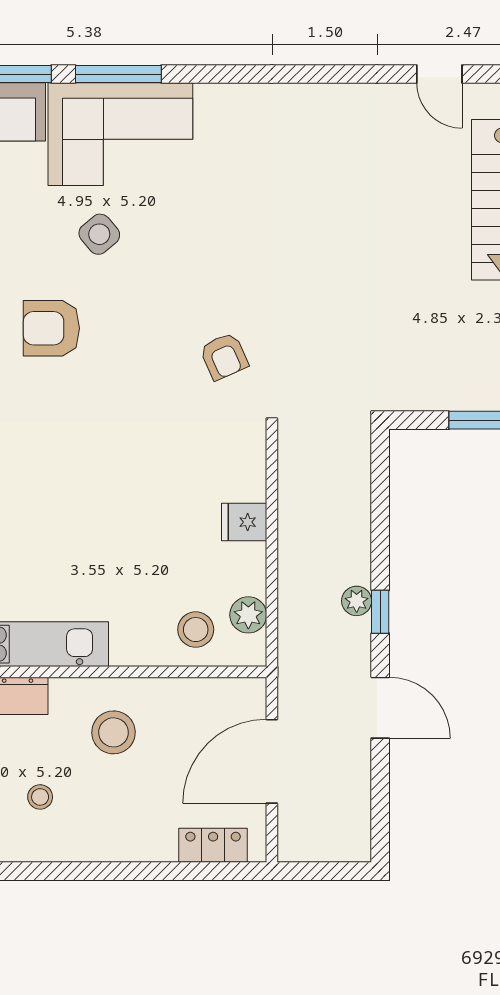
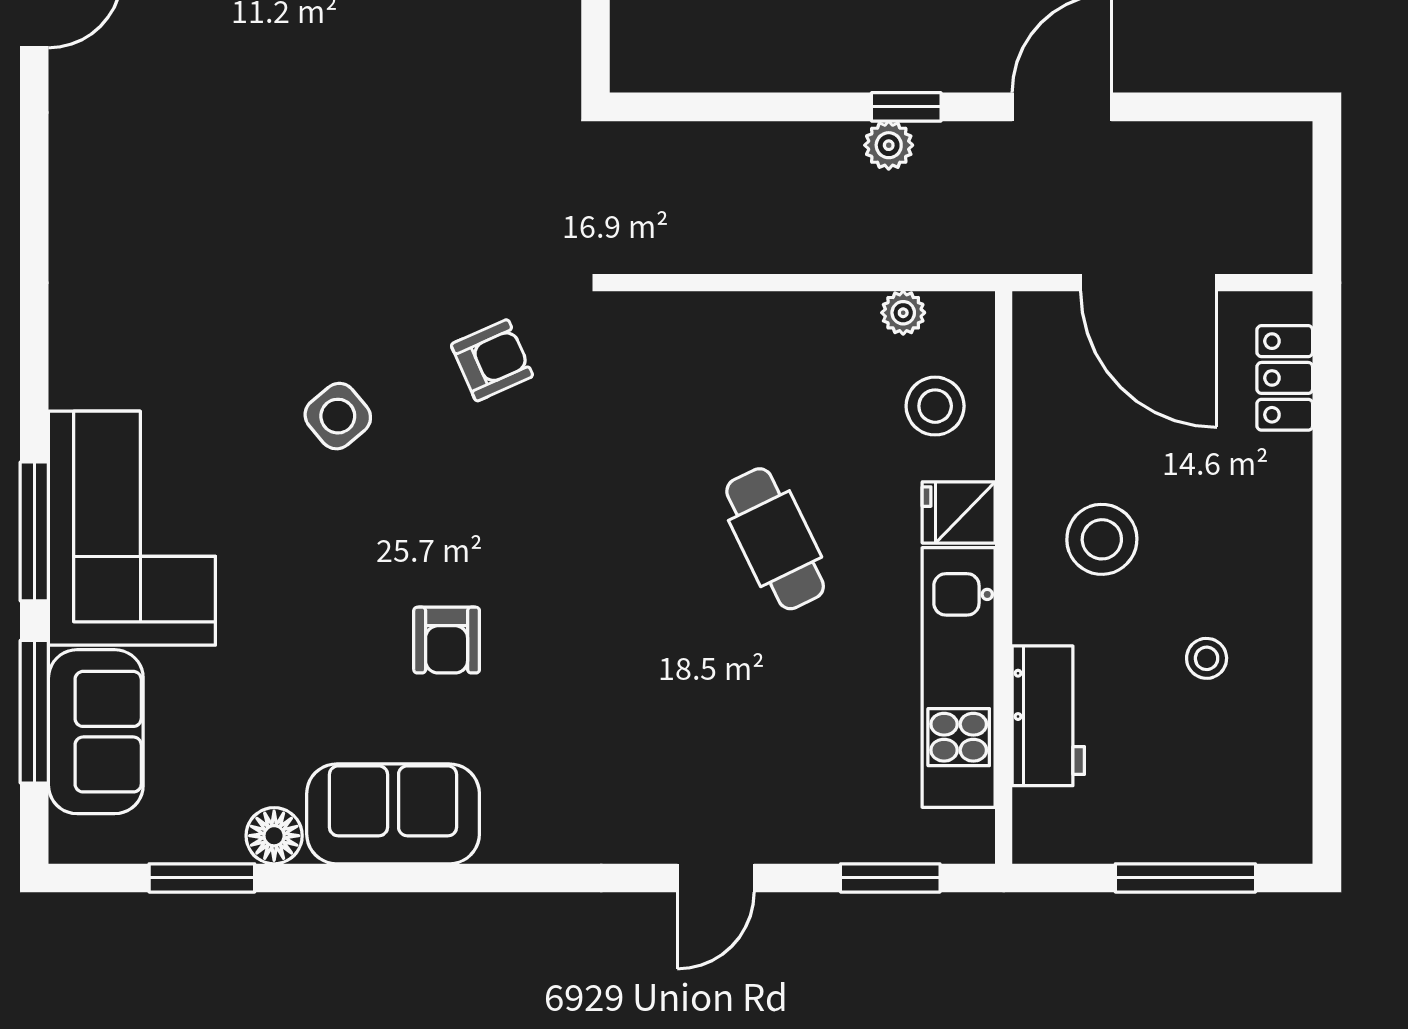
side table: (99, 234) -> (338, 416), moved
armchair: (51, 328) -> (447, 640), width x0.72, depth x0.72
fridge: (244, 522) -> (959, 512), moved, turned 90
cafe table: (114, 531) -> (775, 539), added
plant: (248, 615) -> (903, 313), width x0.73, depth x0.73

